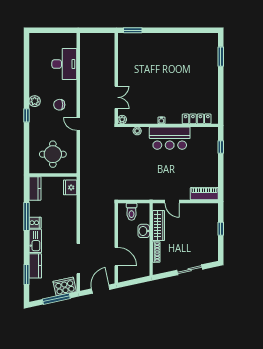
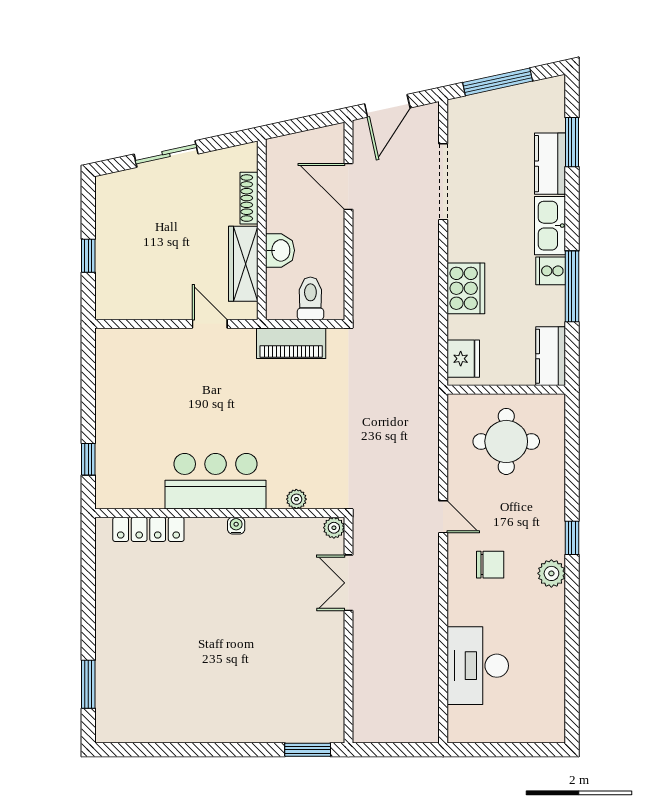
piano: (204, 194) -> (291, 343), moved
cooker: (65, 286) -> (466, 288), moved, turned -78

